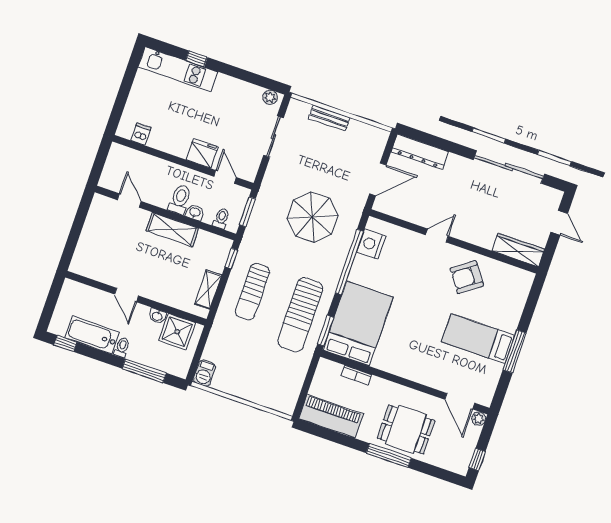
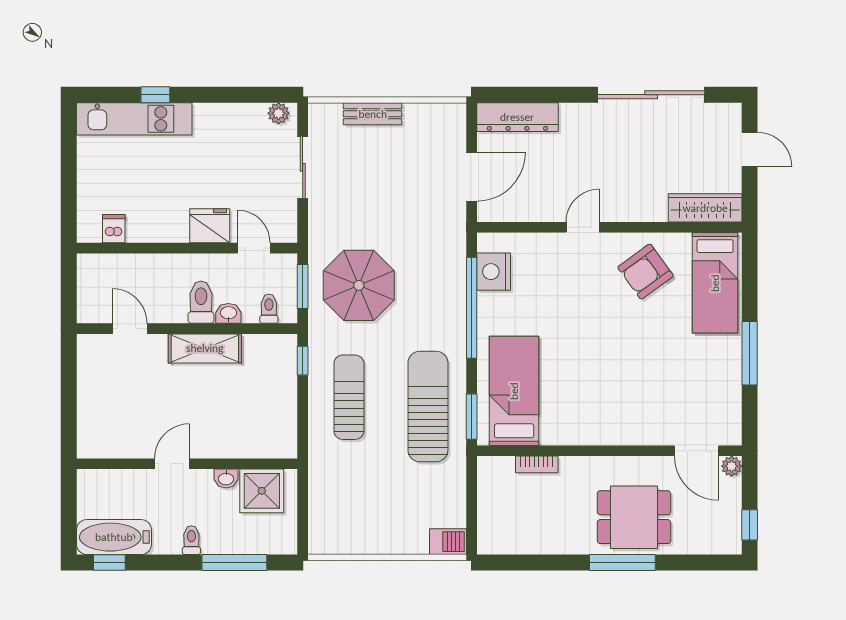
parasol: (312, 217) -> (359, 285), moved
shelving: (208, 290) -> (285, 416), removed
sun lounger: (252, 292) -> (349, 397), turned 180
door: (127, 295) -> (172, 464), swing flipped
sun lounger: (300, 315) -> (428, 407), turned 180
bed: (358, 324) -> (514, 391), width x0.67
bathtub: (92, 335) -> (114, 537), moved
bed: (478, 339) -> (715, 283), moved, turned -90
barbecue: (204, 373) -> (448, 542), moved, turned -90
piano: (331, 416) -> (521, 535), removed

